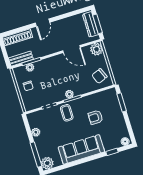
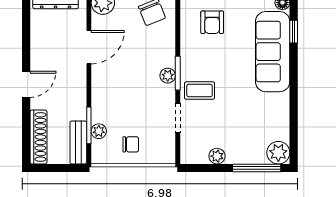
door: (43, 23) -> (26, 84), hinge flipped
armchair: (95, 117) -> (212, 22), moved
sofa: (81, 149) -> (273, 52), moved

